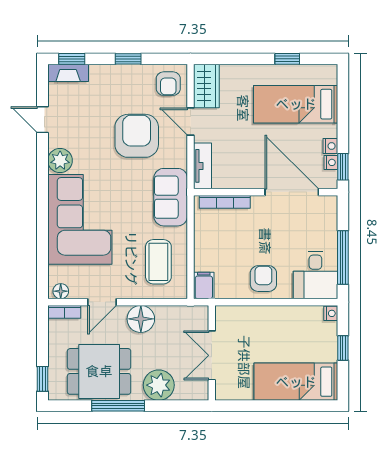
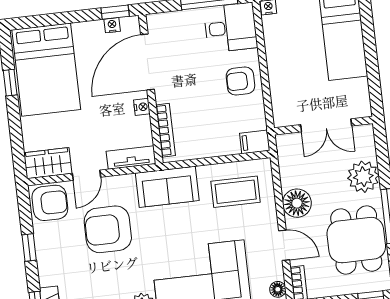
armchair: (168, 84) -> (50, 203), width x1.38, depth x1.38
bed: (296, 104) -> (46, 70), width x1.50
nightstand: (330, 146) -> (142, 107), moved, turned 90

